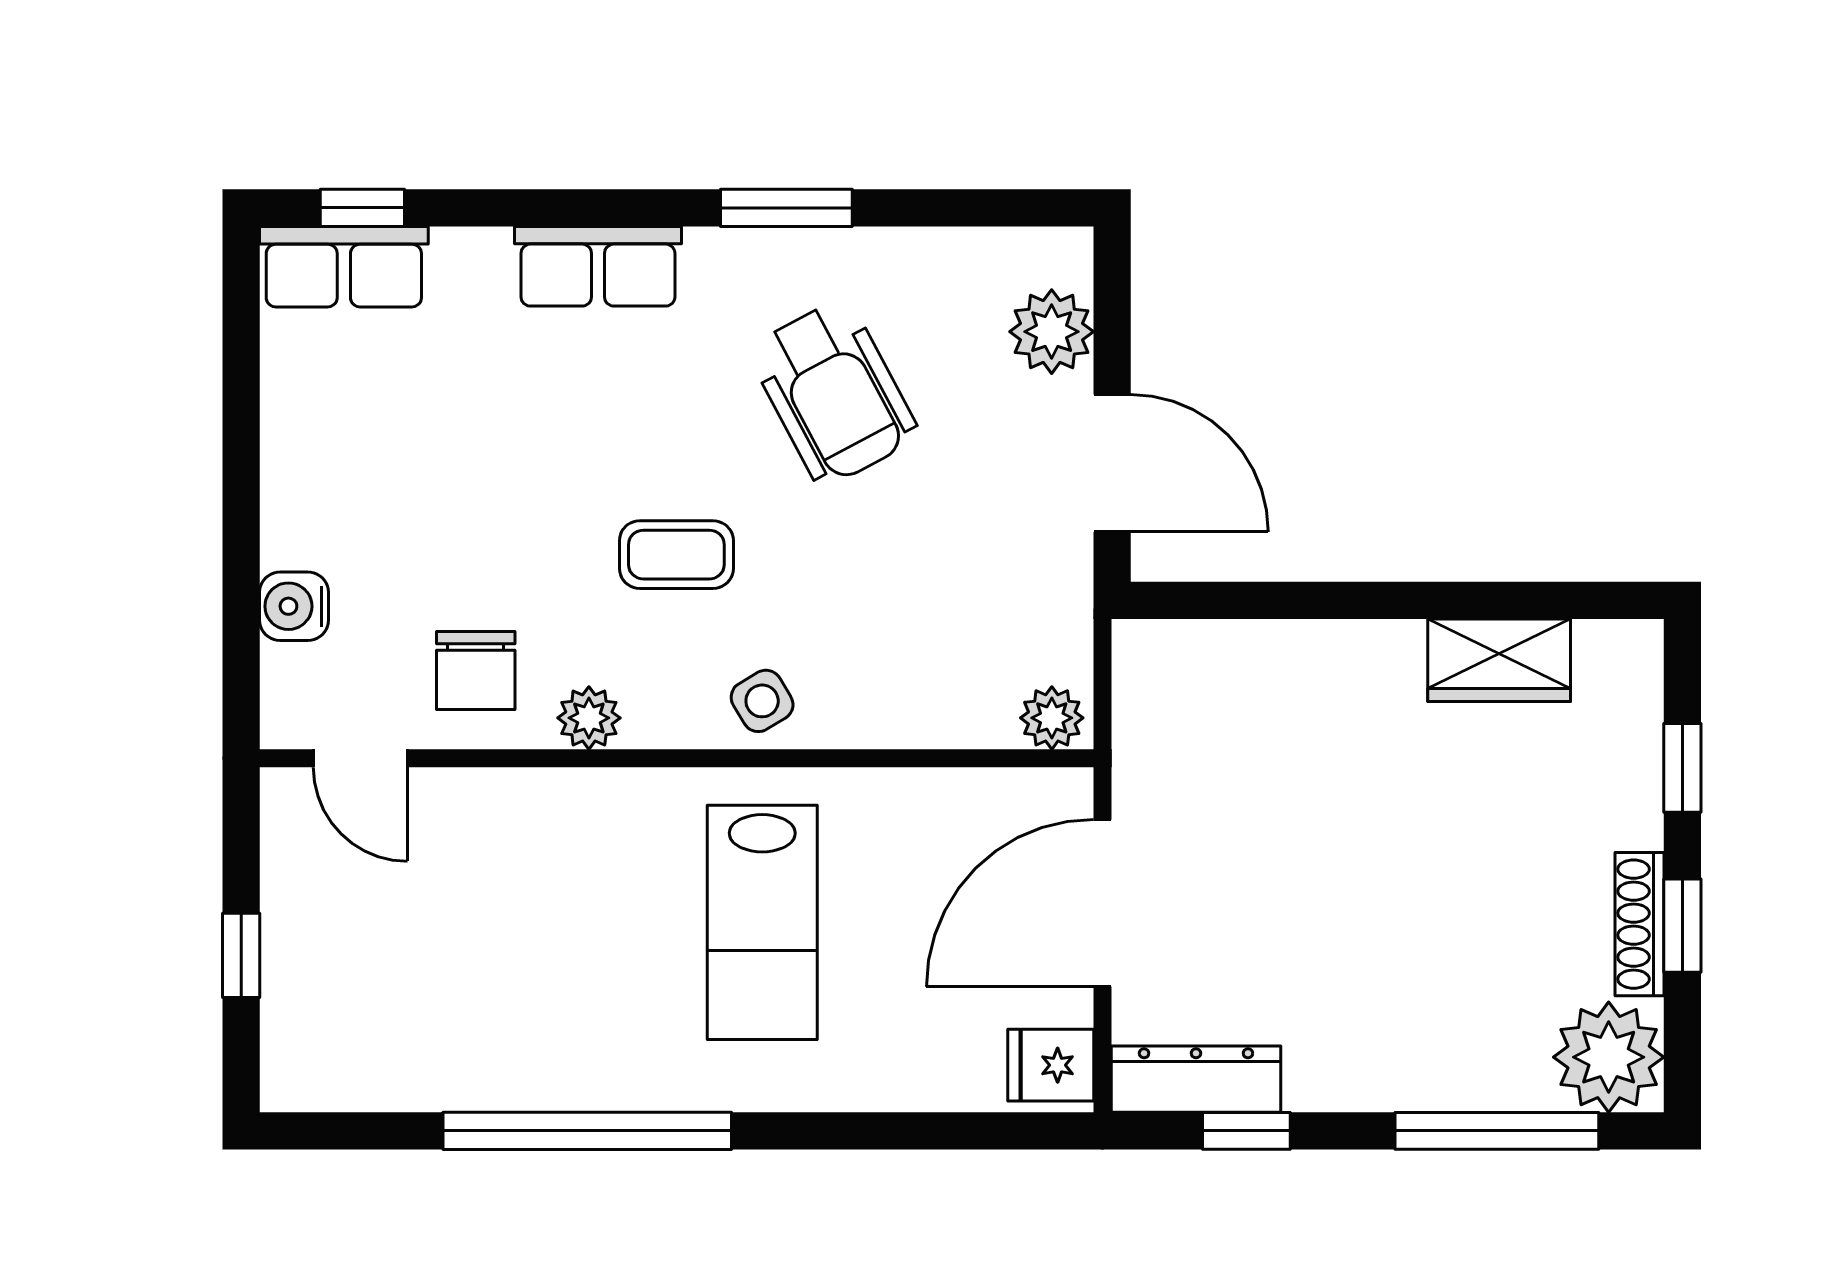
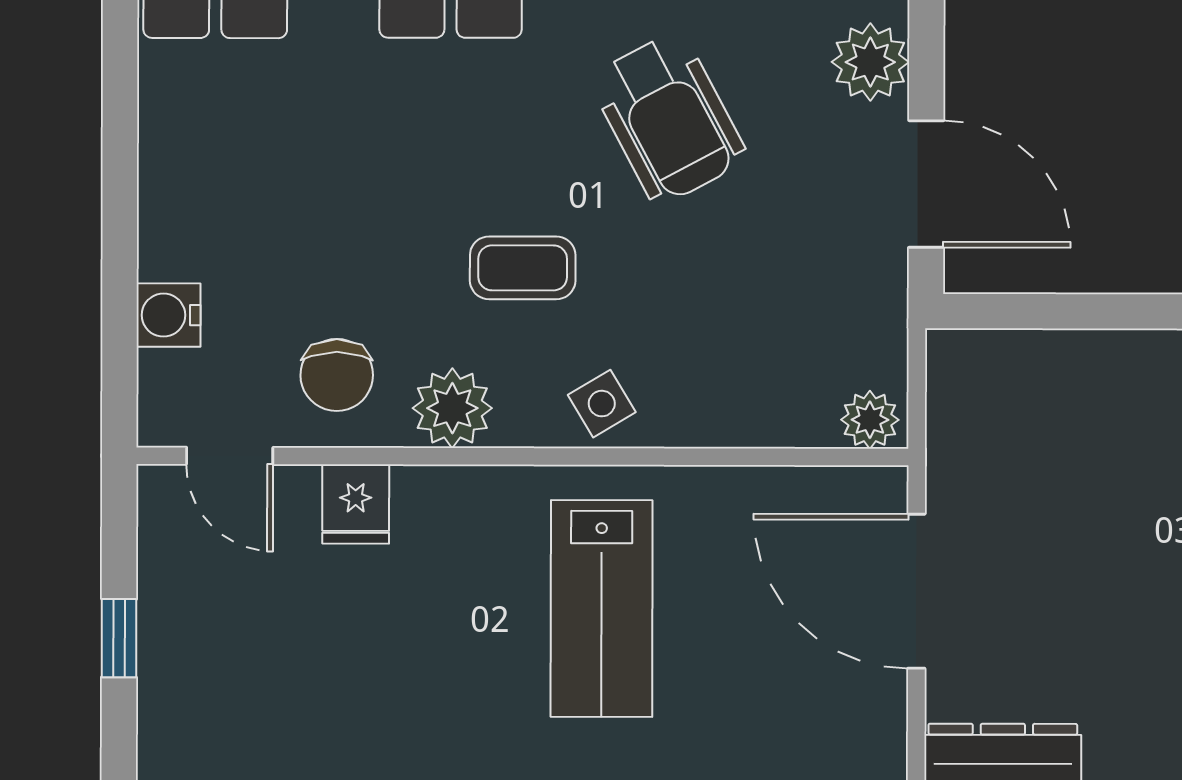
plant: (589, 718) -> (452, 408), width x1.38, depth x1.38
door: (1102, 903) -> (916, 591), hinge flipped
fridge: (1051, 1065) -> (356, 504), moved, turned -90

